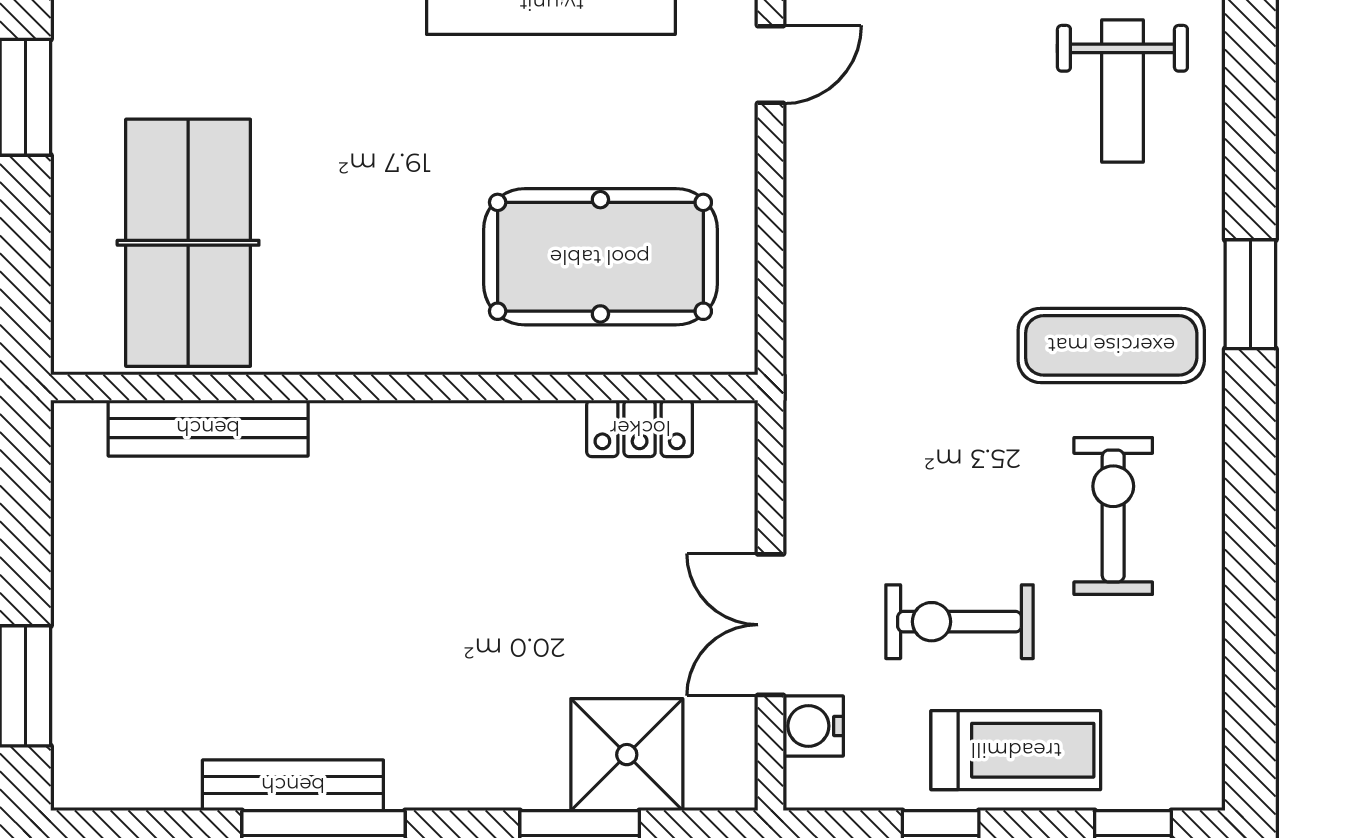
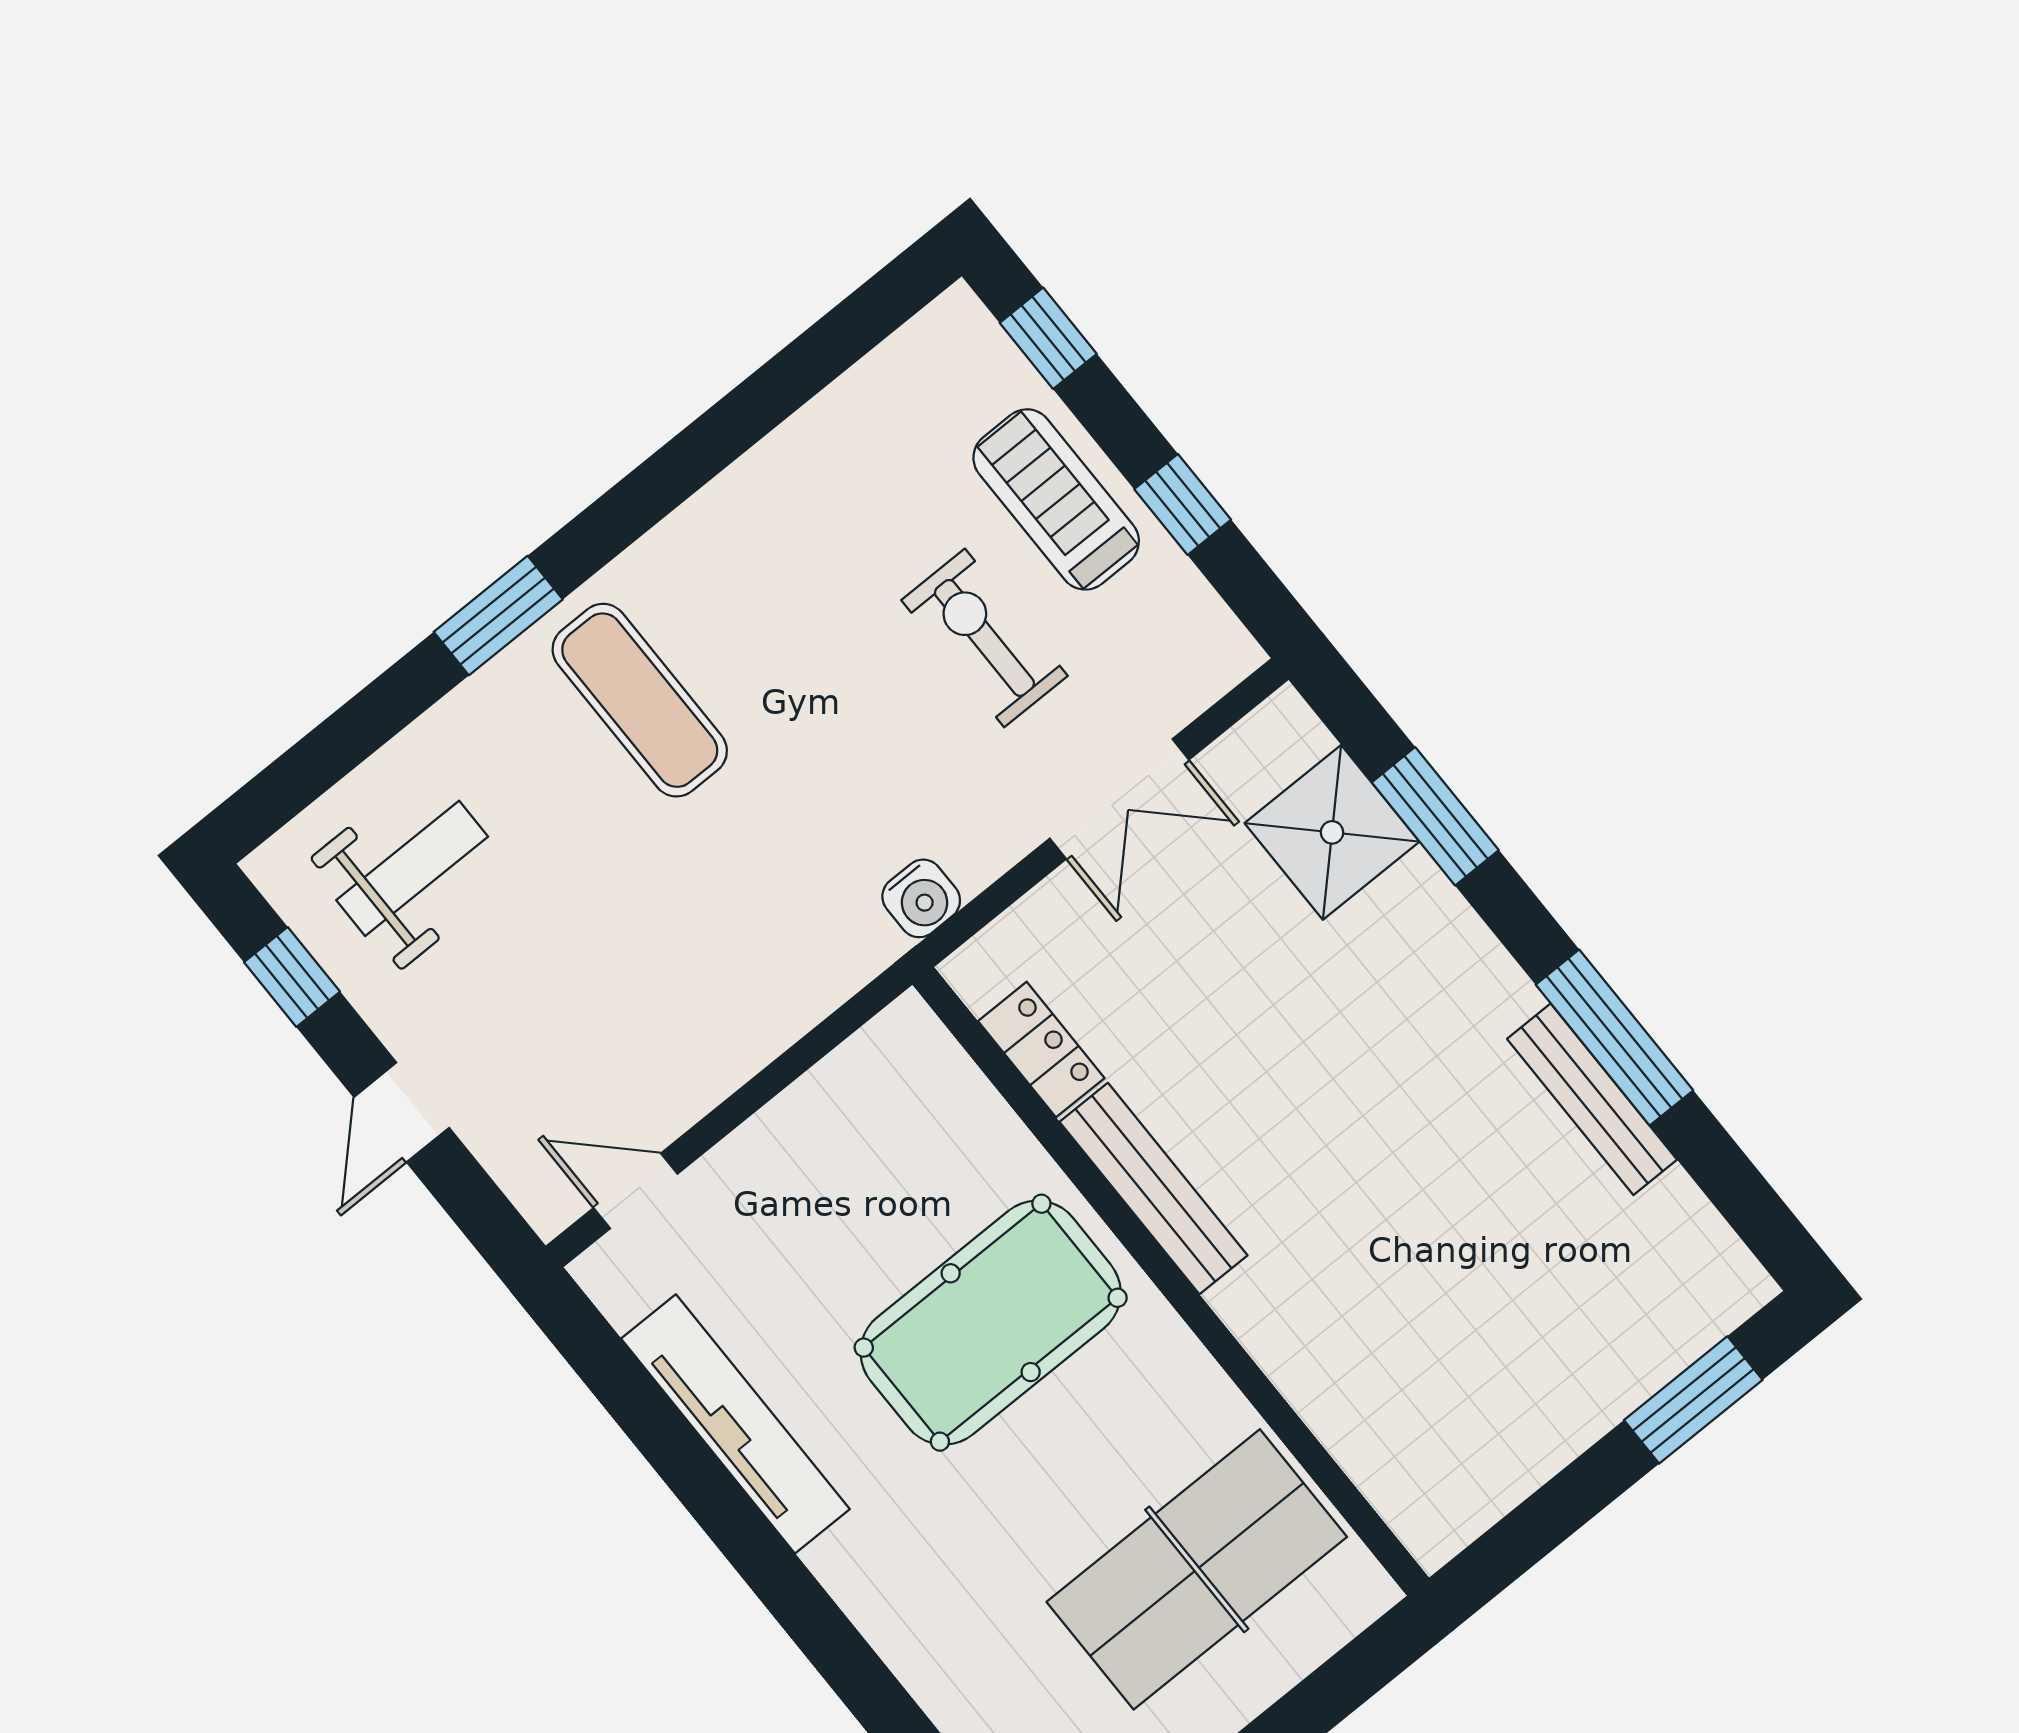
pool table: (600, 257) -> (991, 1323), moved, turned 90
bench: (208, 428) -> (1154, 1189), moved
exercise bike: (1113, 516) -> (786, 579), removed
exercise bike: (960, 622) -> (984, 638), turned 180
water cooler: (813, 726) -> (921, 898), moved

